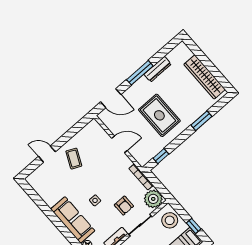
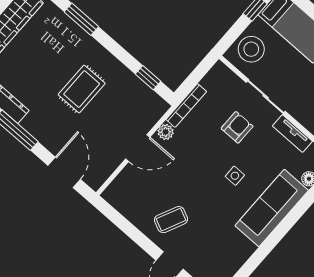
rug: (159, 115) -> (82, 89), width x0.73, depth x0.70
door: (119, 144) -> (138, 148), swing flipped
plant: (153, 199) -> (166, 132), moved, width x0.53, depth x0.53

